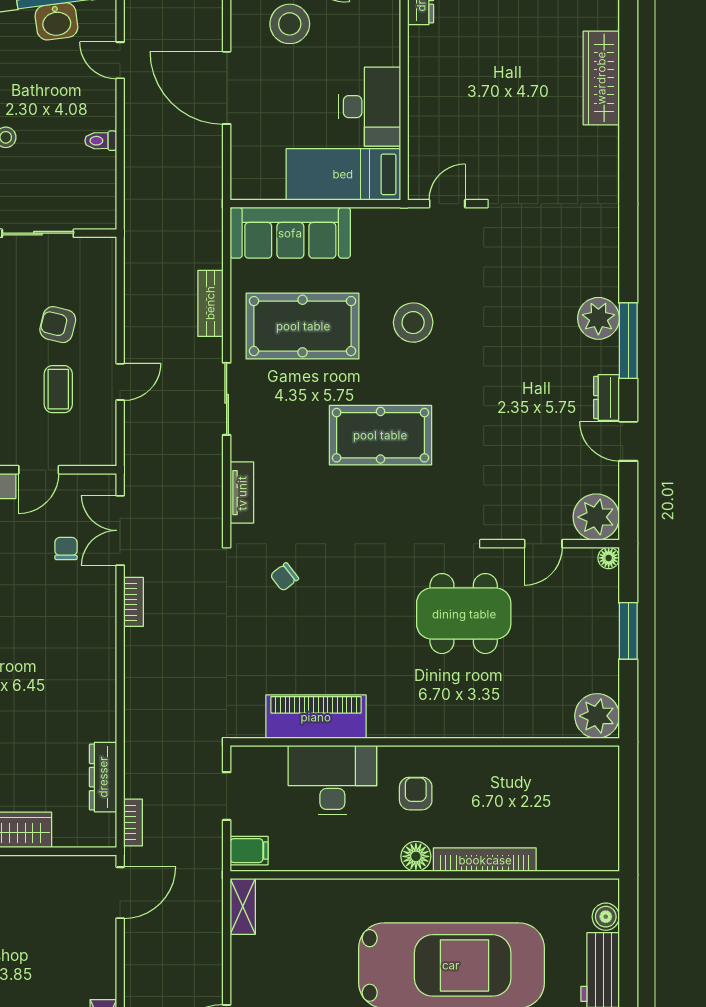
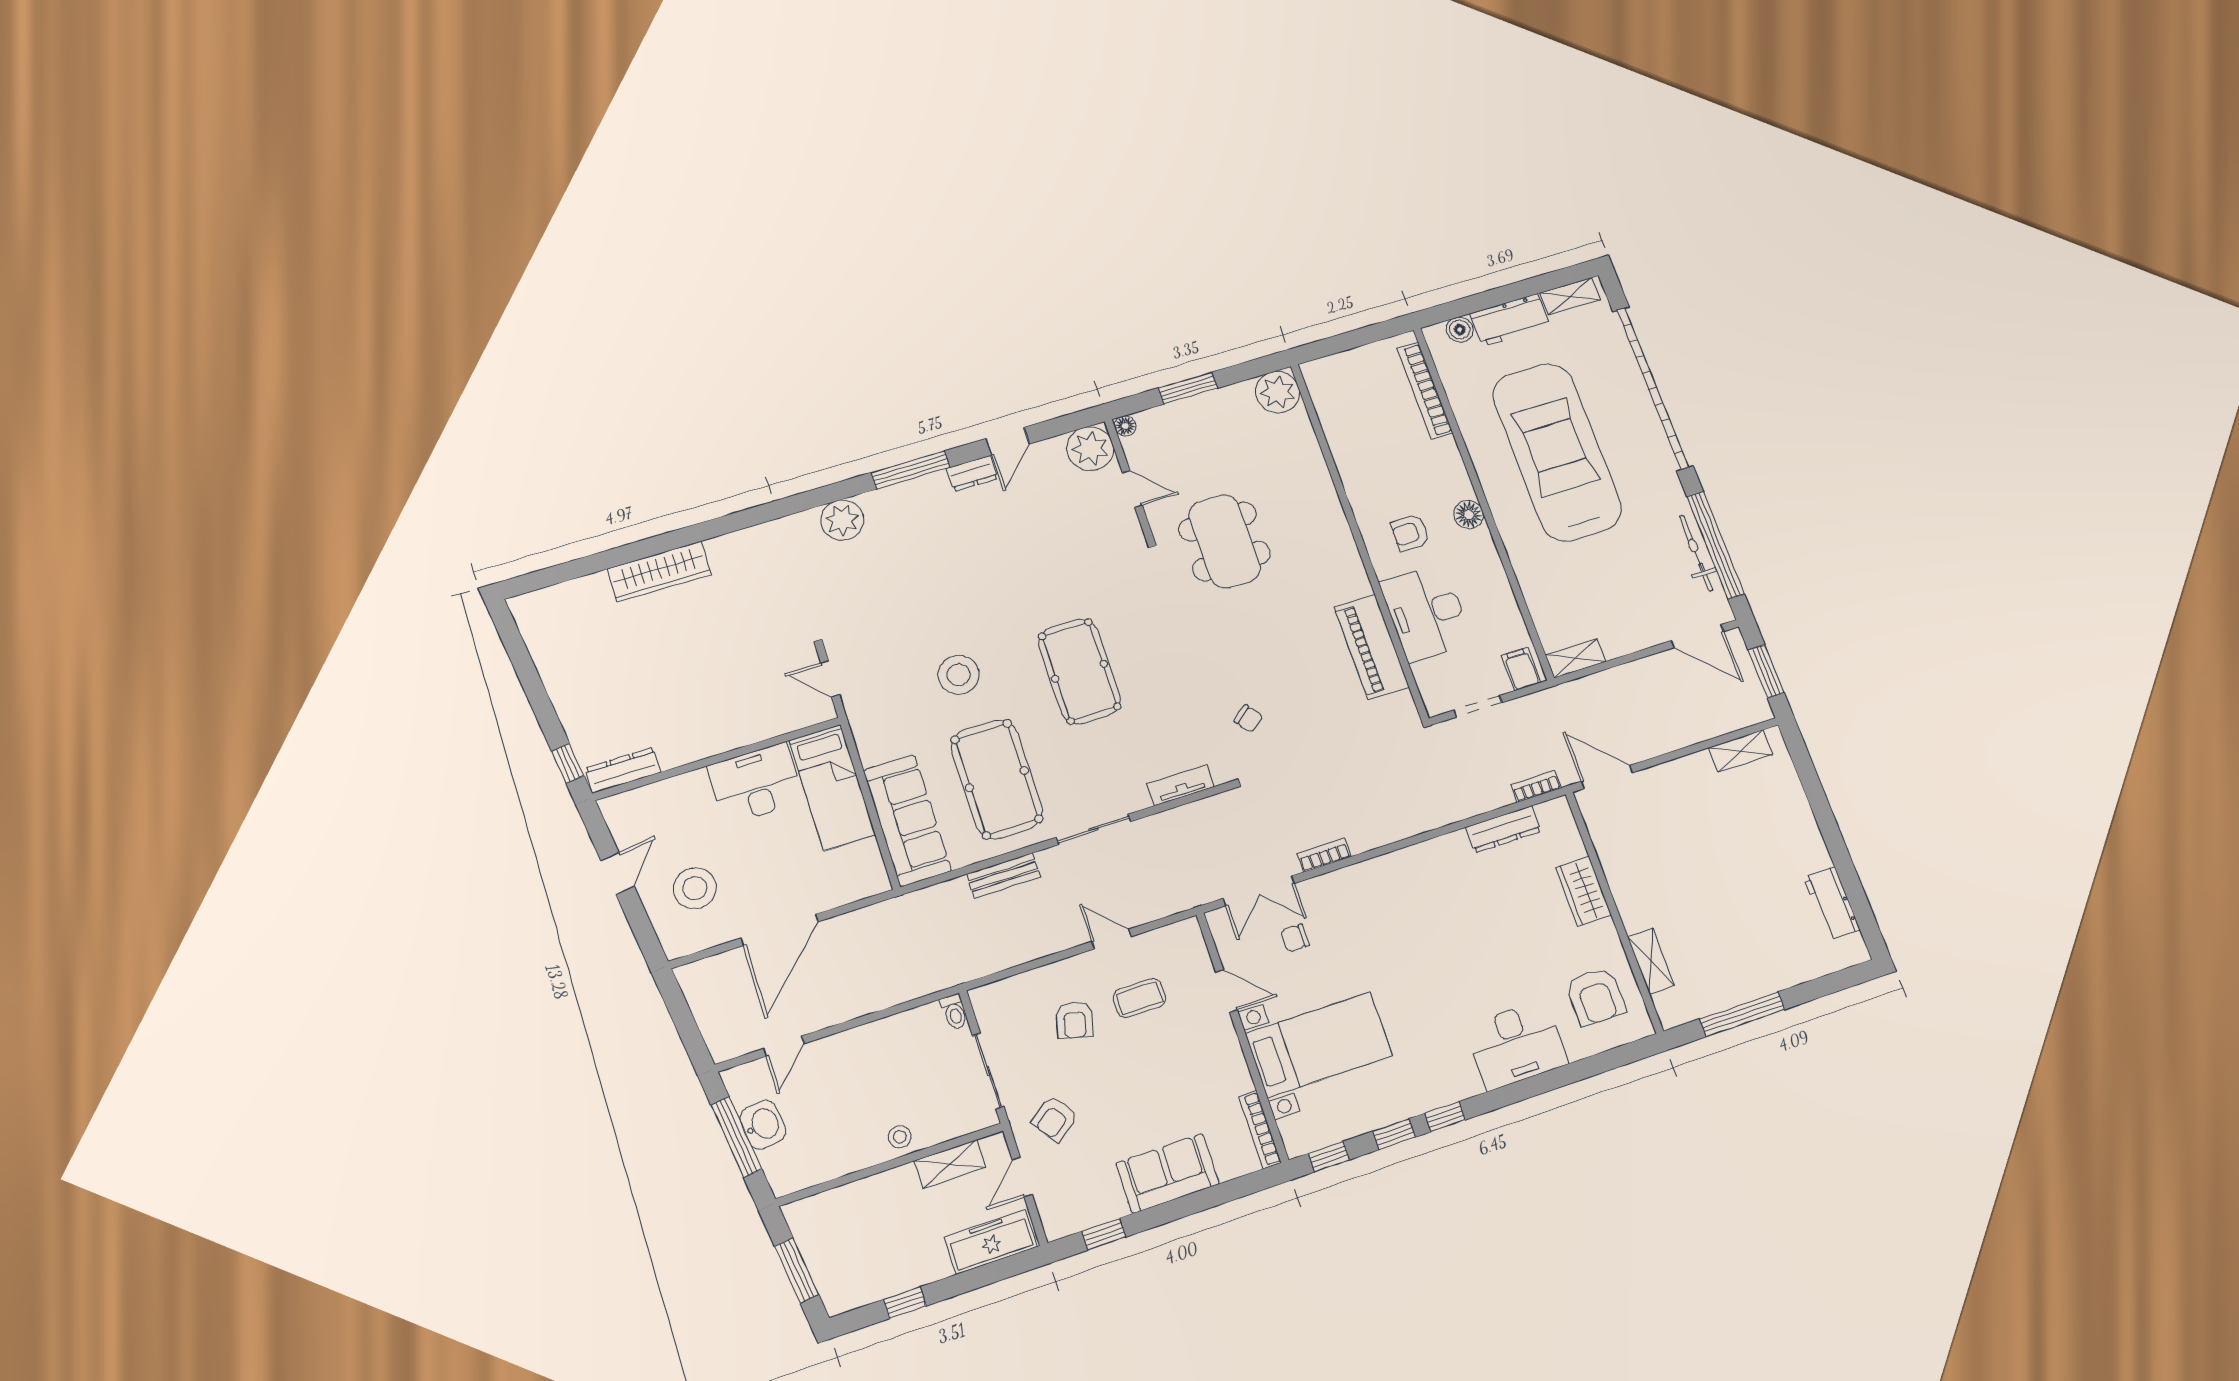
toilet: (101, 141) -> (954, 1012), moved
plant: (598, 318) -> (842, 520), moved
bookcase: (485, 860) -> (1425, 390), moved

